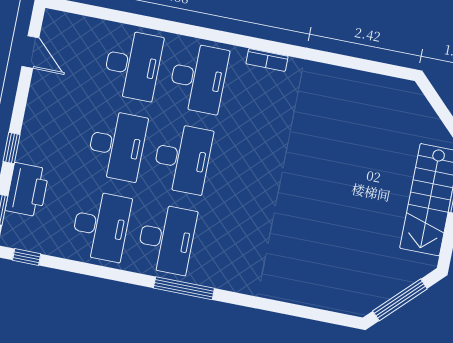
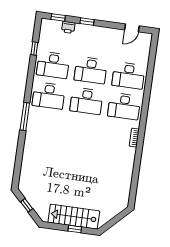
printer: (27, 190) -> (68, 27), width x0.53, depth x0.68
window: (27, 257) -> (34, 48), moved
window: (184, 288) -> (25, 117), moved
window: (400, 300) -> (27, 205), width x0.46

